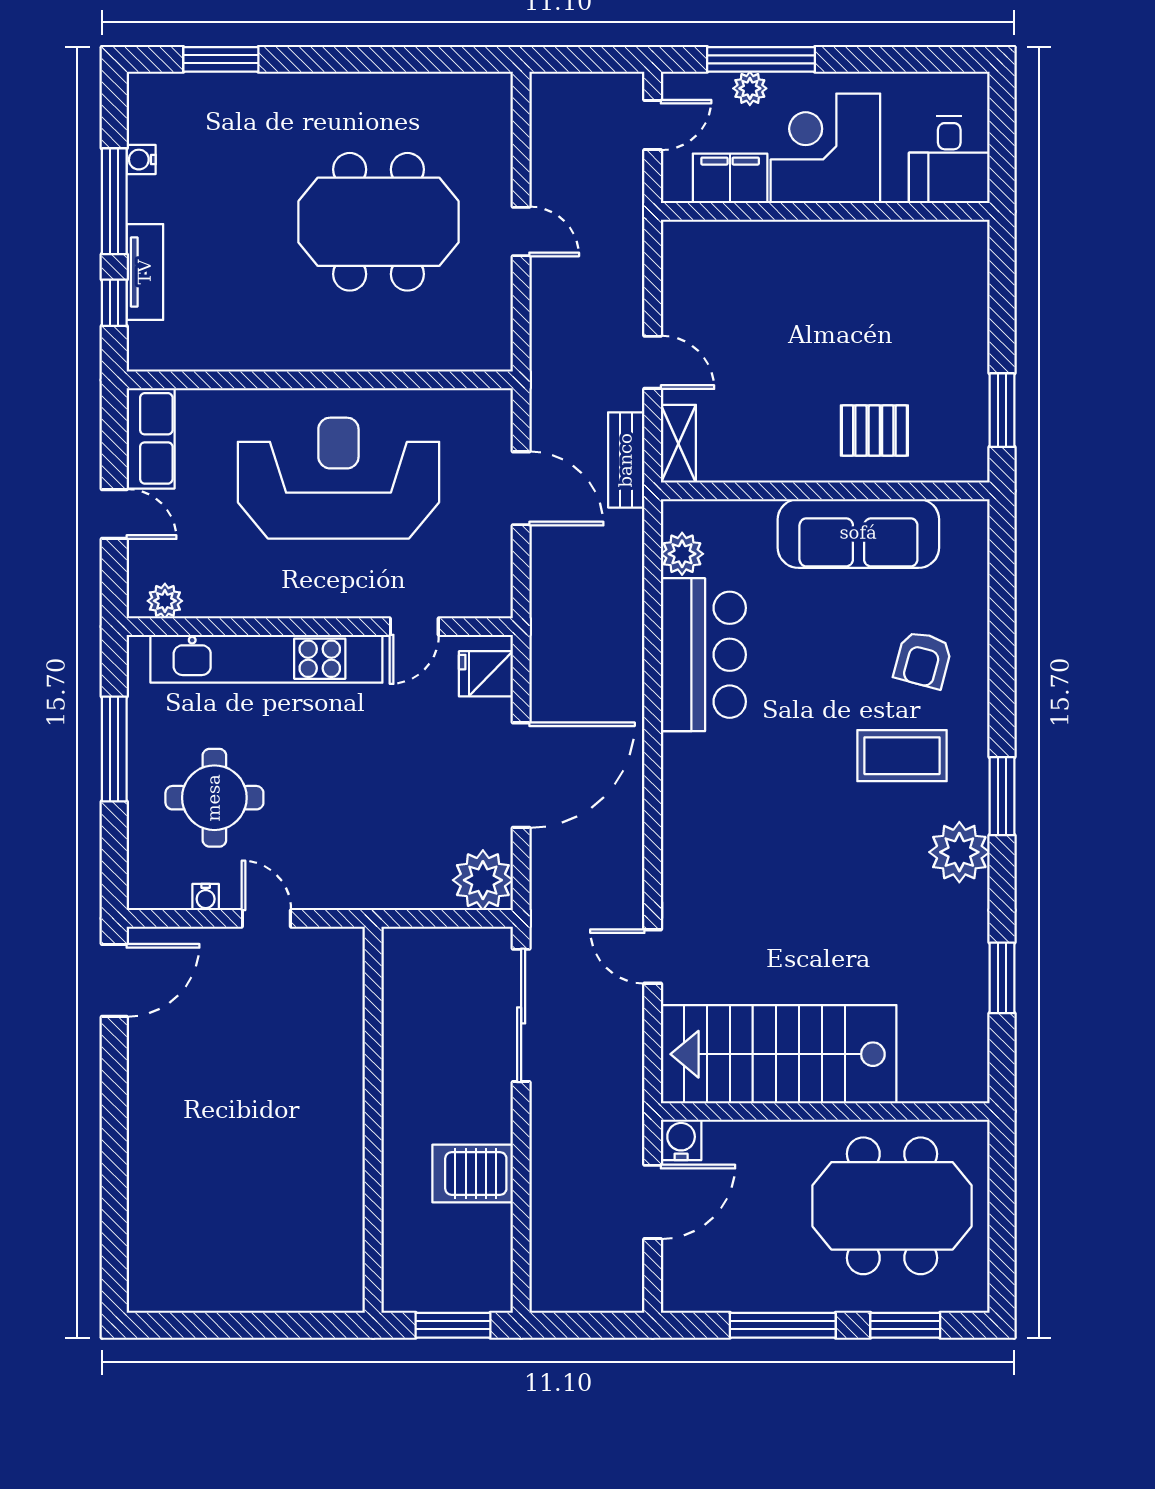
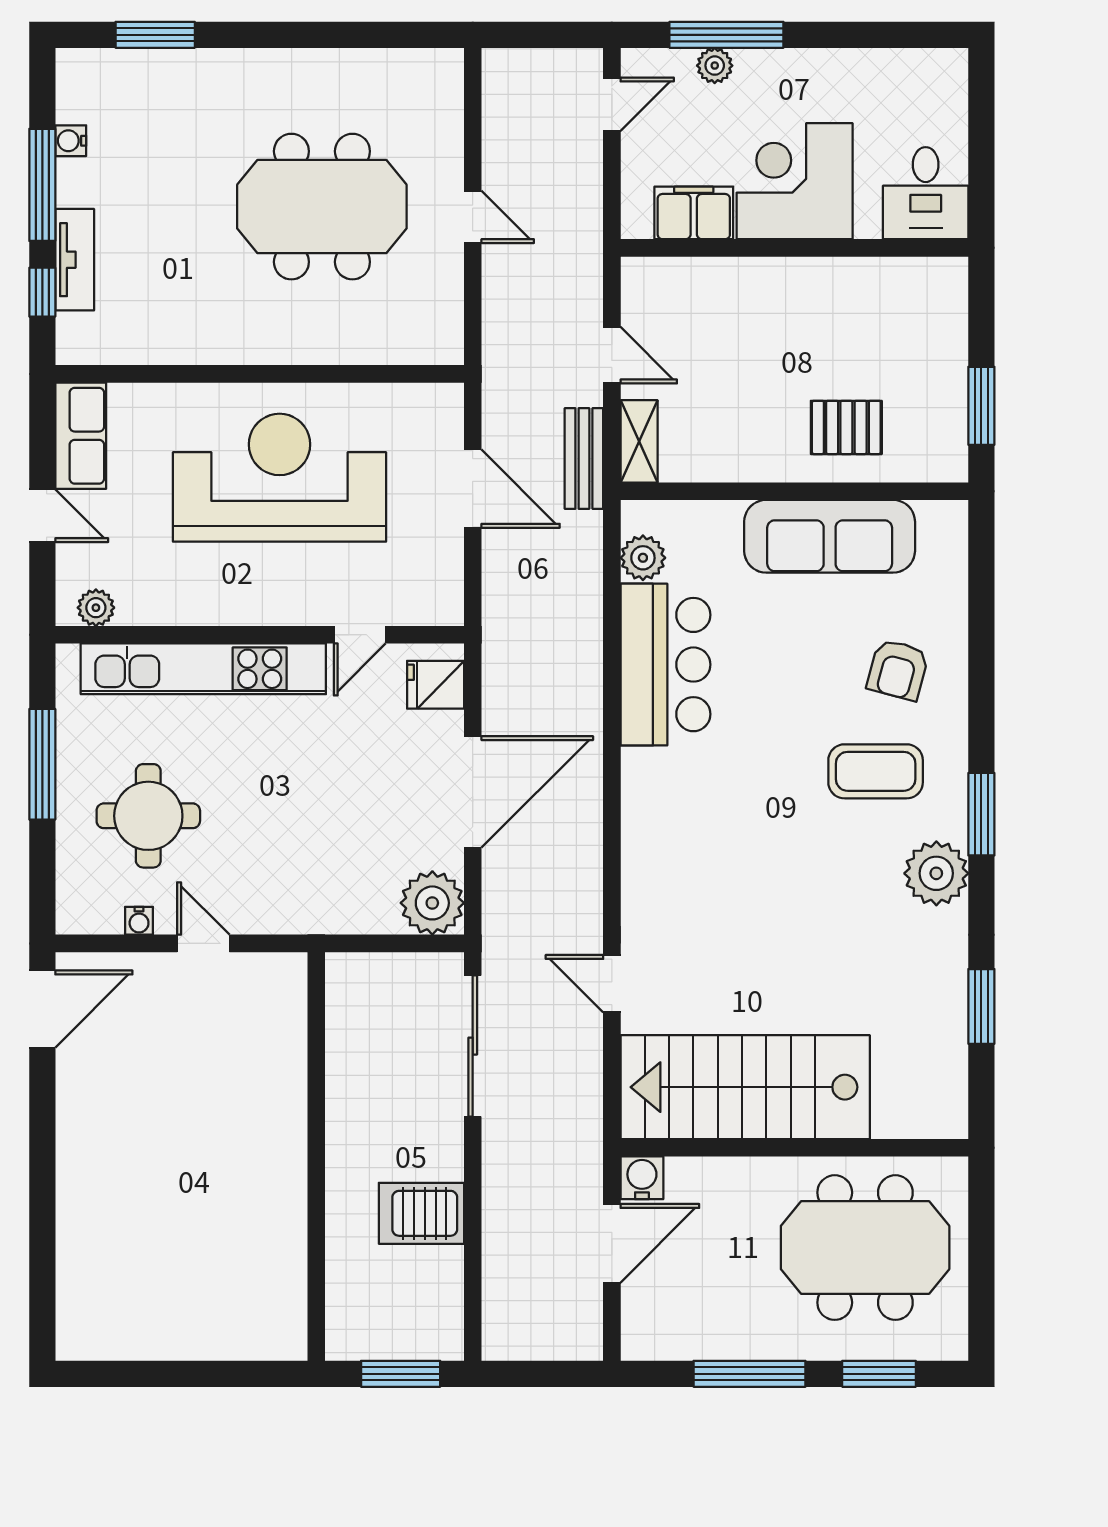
corner desk: (825, 148) -> (795, 181), moved
desk: (949, 160) -> (926, 193), moved
filing cabinet: (730, 178) -> (694, 213), moved
wall: (825, 211) -> (794, 248), moved

